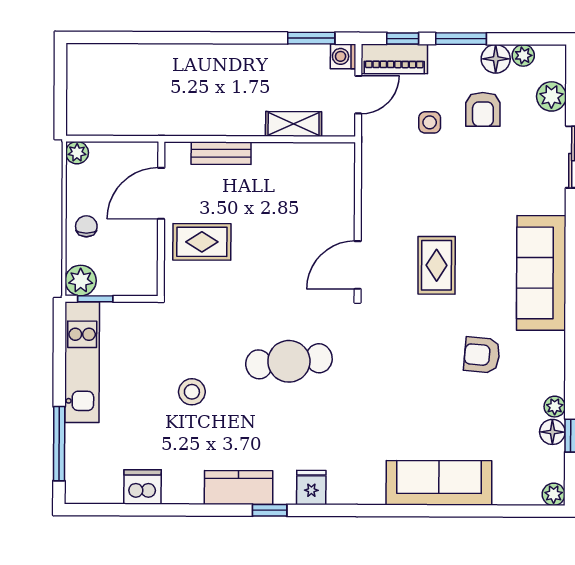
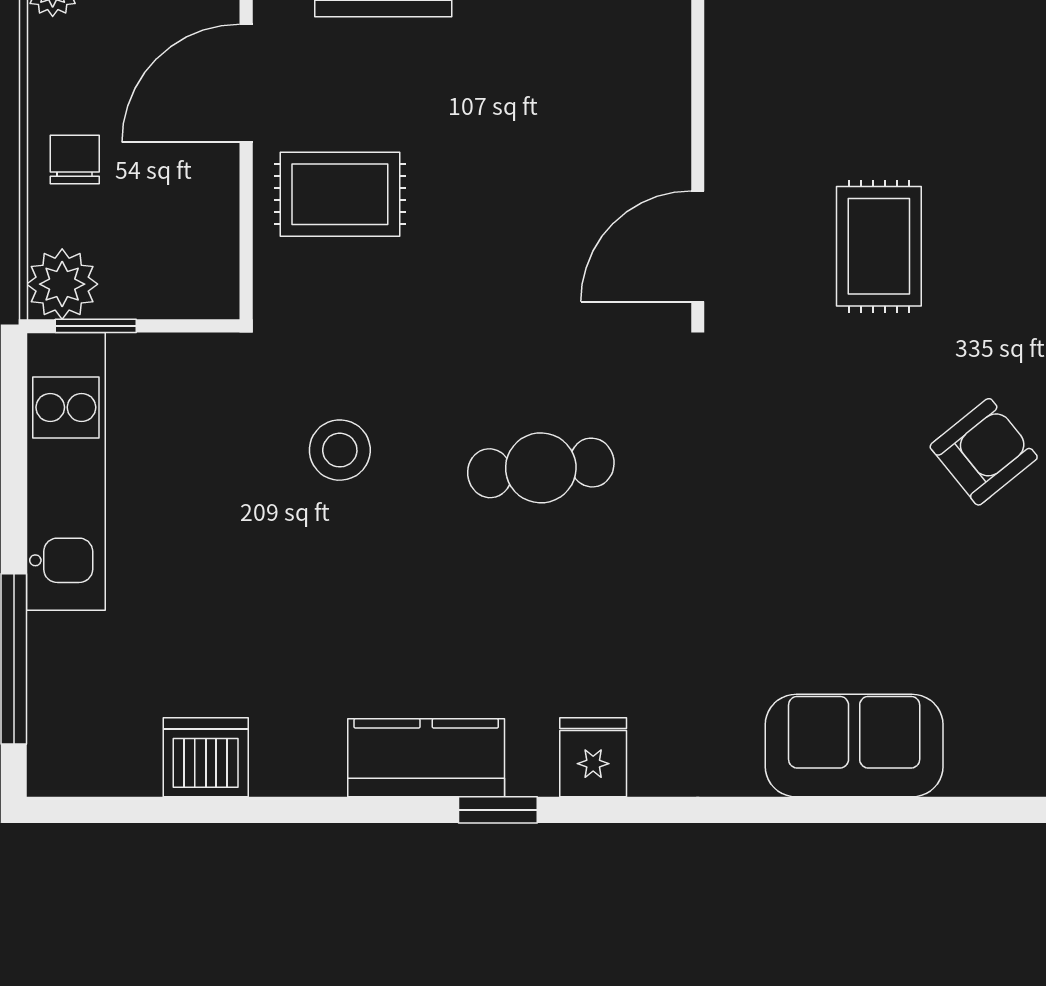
armchair: (482, 355) -> (984, 452), turned 136
cafe table: (289, 361) -> (541, 468), width x0.73, depth x0.74
stool: (192, 392) -> (340, 450), moved
sofa: (439, 483) -> (854, 746), width x0.73

